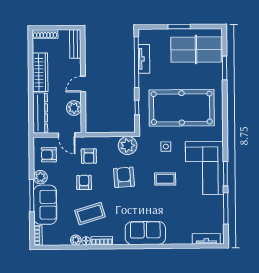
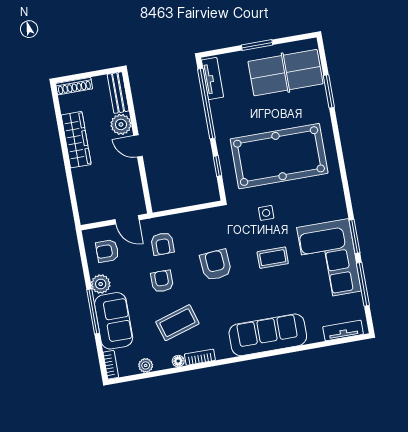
tv unit: (144, 59) -> (213, 79), moved
door: (83, 84) -> (138, 146), hinge flipped
plant: (74, 108) -> (121, 124), moved
dresser: (40, 113) -> (86, 196), removed
plant: (128, 145) -> (213, 220), removed
corner sofa: (205, 168) -> (329, 259), moved
sofa: (145, 233) -> (268, 335), width x1.36
plant: (76, 240) -> (146, 365), moved

